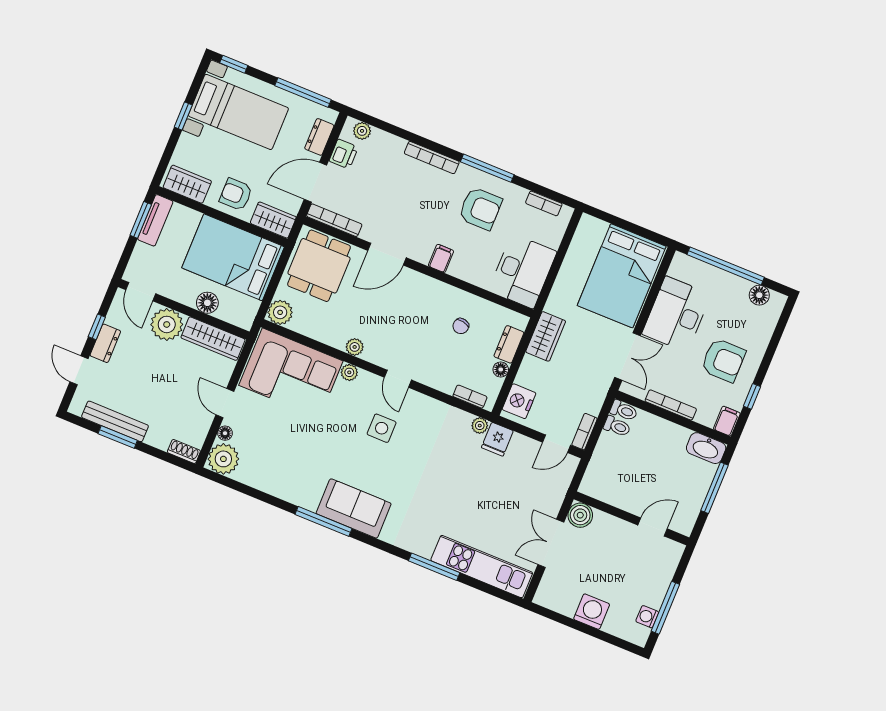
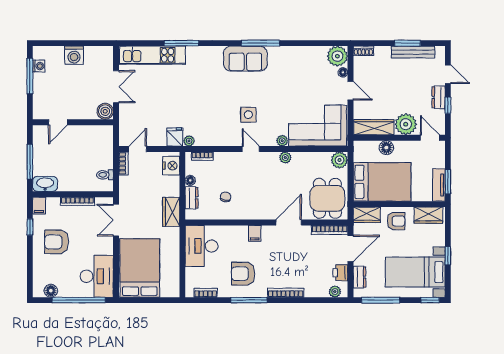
desk: (676, 314) -> (97, 276), moved
toilet: (624, 410) -> (105, 186), removed

